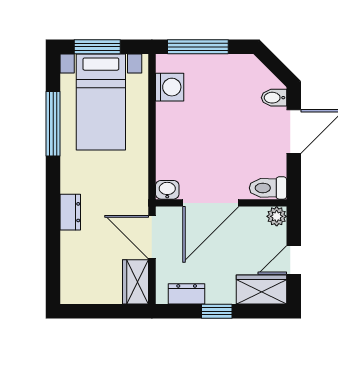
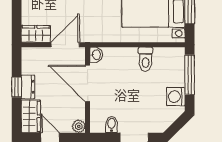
washing machine: (170, 87) -> (176, 97), moved, turned 90
bidet: (274, 98) -> (111, 125), moved
toilet: (268, 188) -> (146, 59), moved, turned 180
dresser: (187, 294) -> (28, 87), moved

